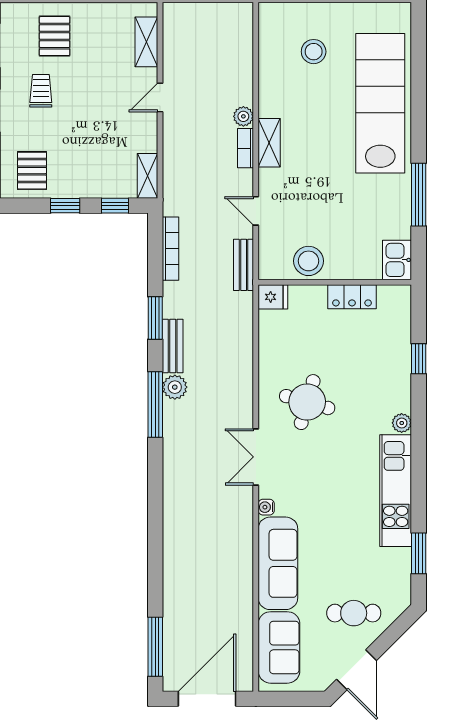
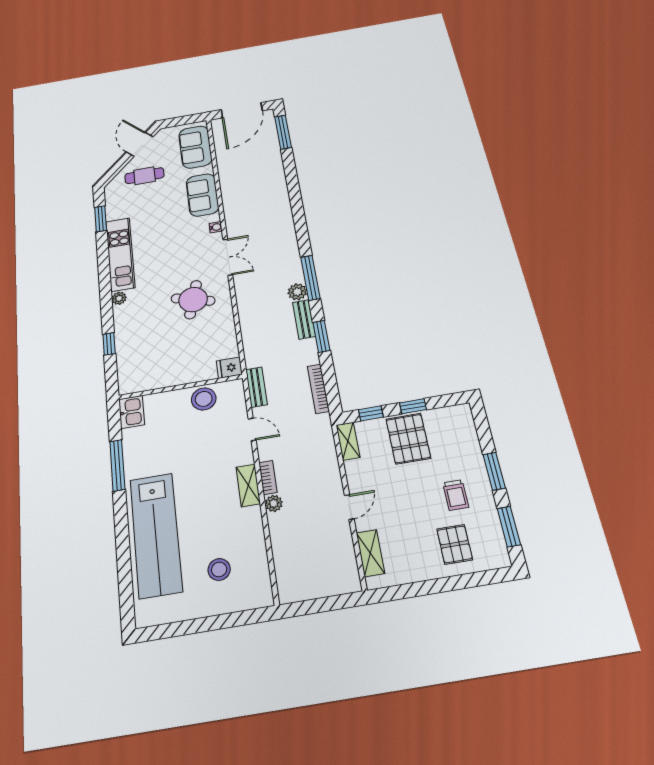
pallet: (32, 171) -> (408, 439), moved, width x1.50, depth x1.42
locker: (352, 297) -> (166, 379), removed
sofa: (278, 563) -> (202, 195), width x0.73

